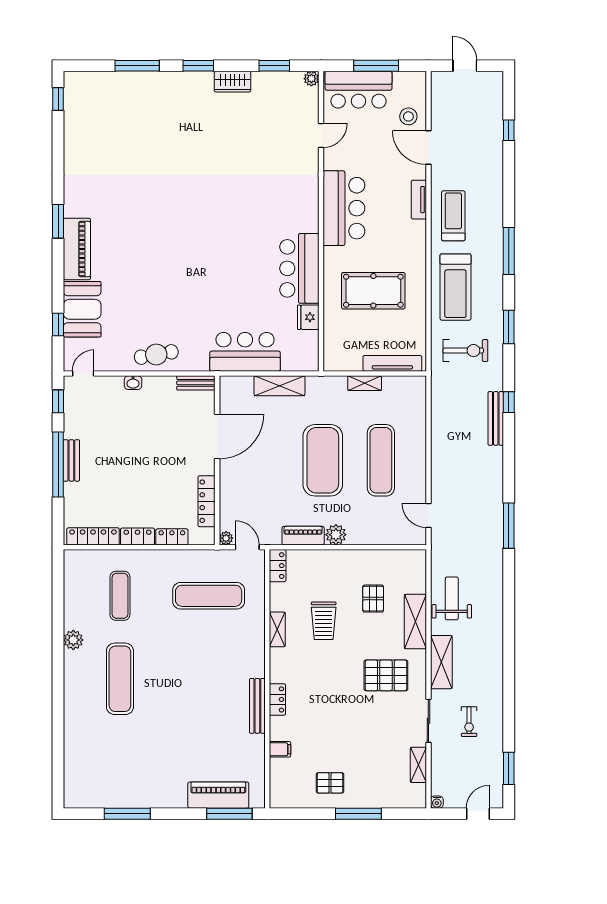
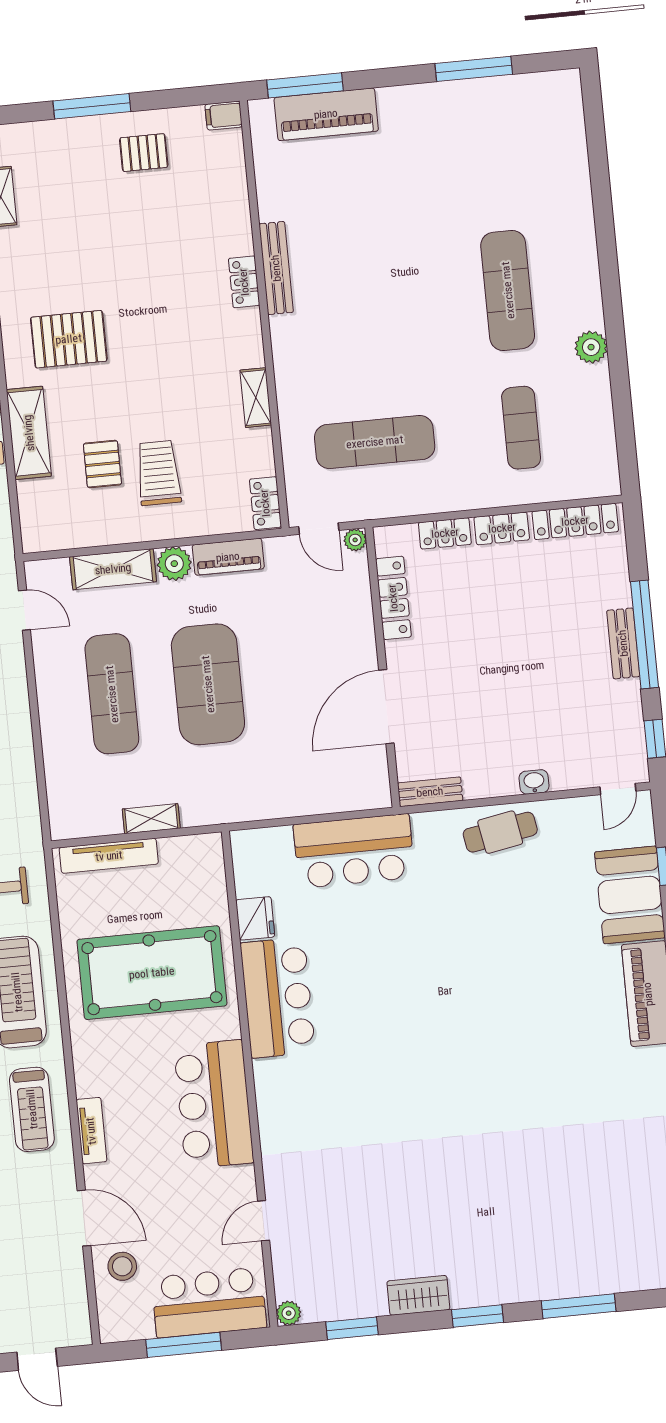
pool table: (373, 291) -> (152, 973), width x1.36, depth x1.32
shelving: (280, 386) -> (113, 569), moved
trolley: (324, 621) -> (159, 473), moved
filing cabinet: (280, 749) -> (224, 116), moved

